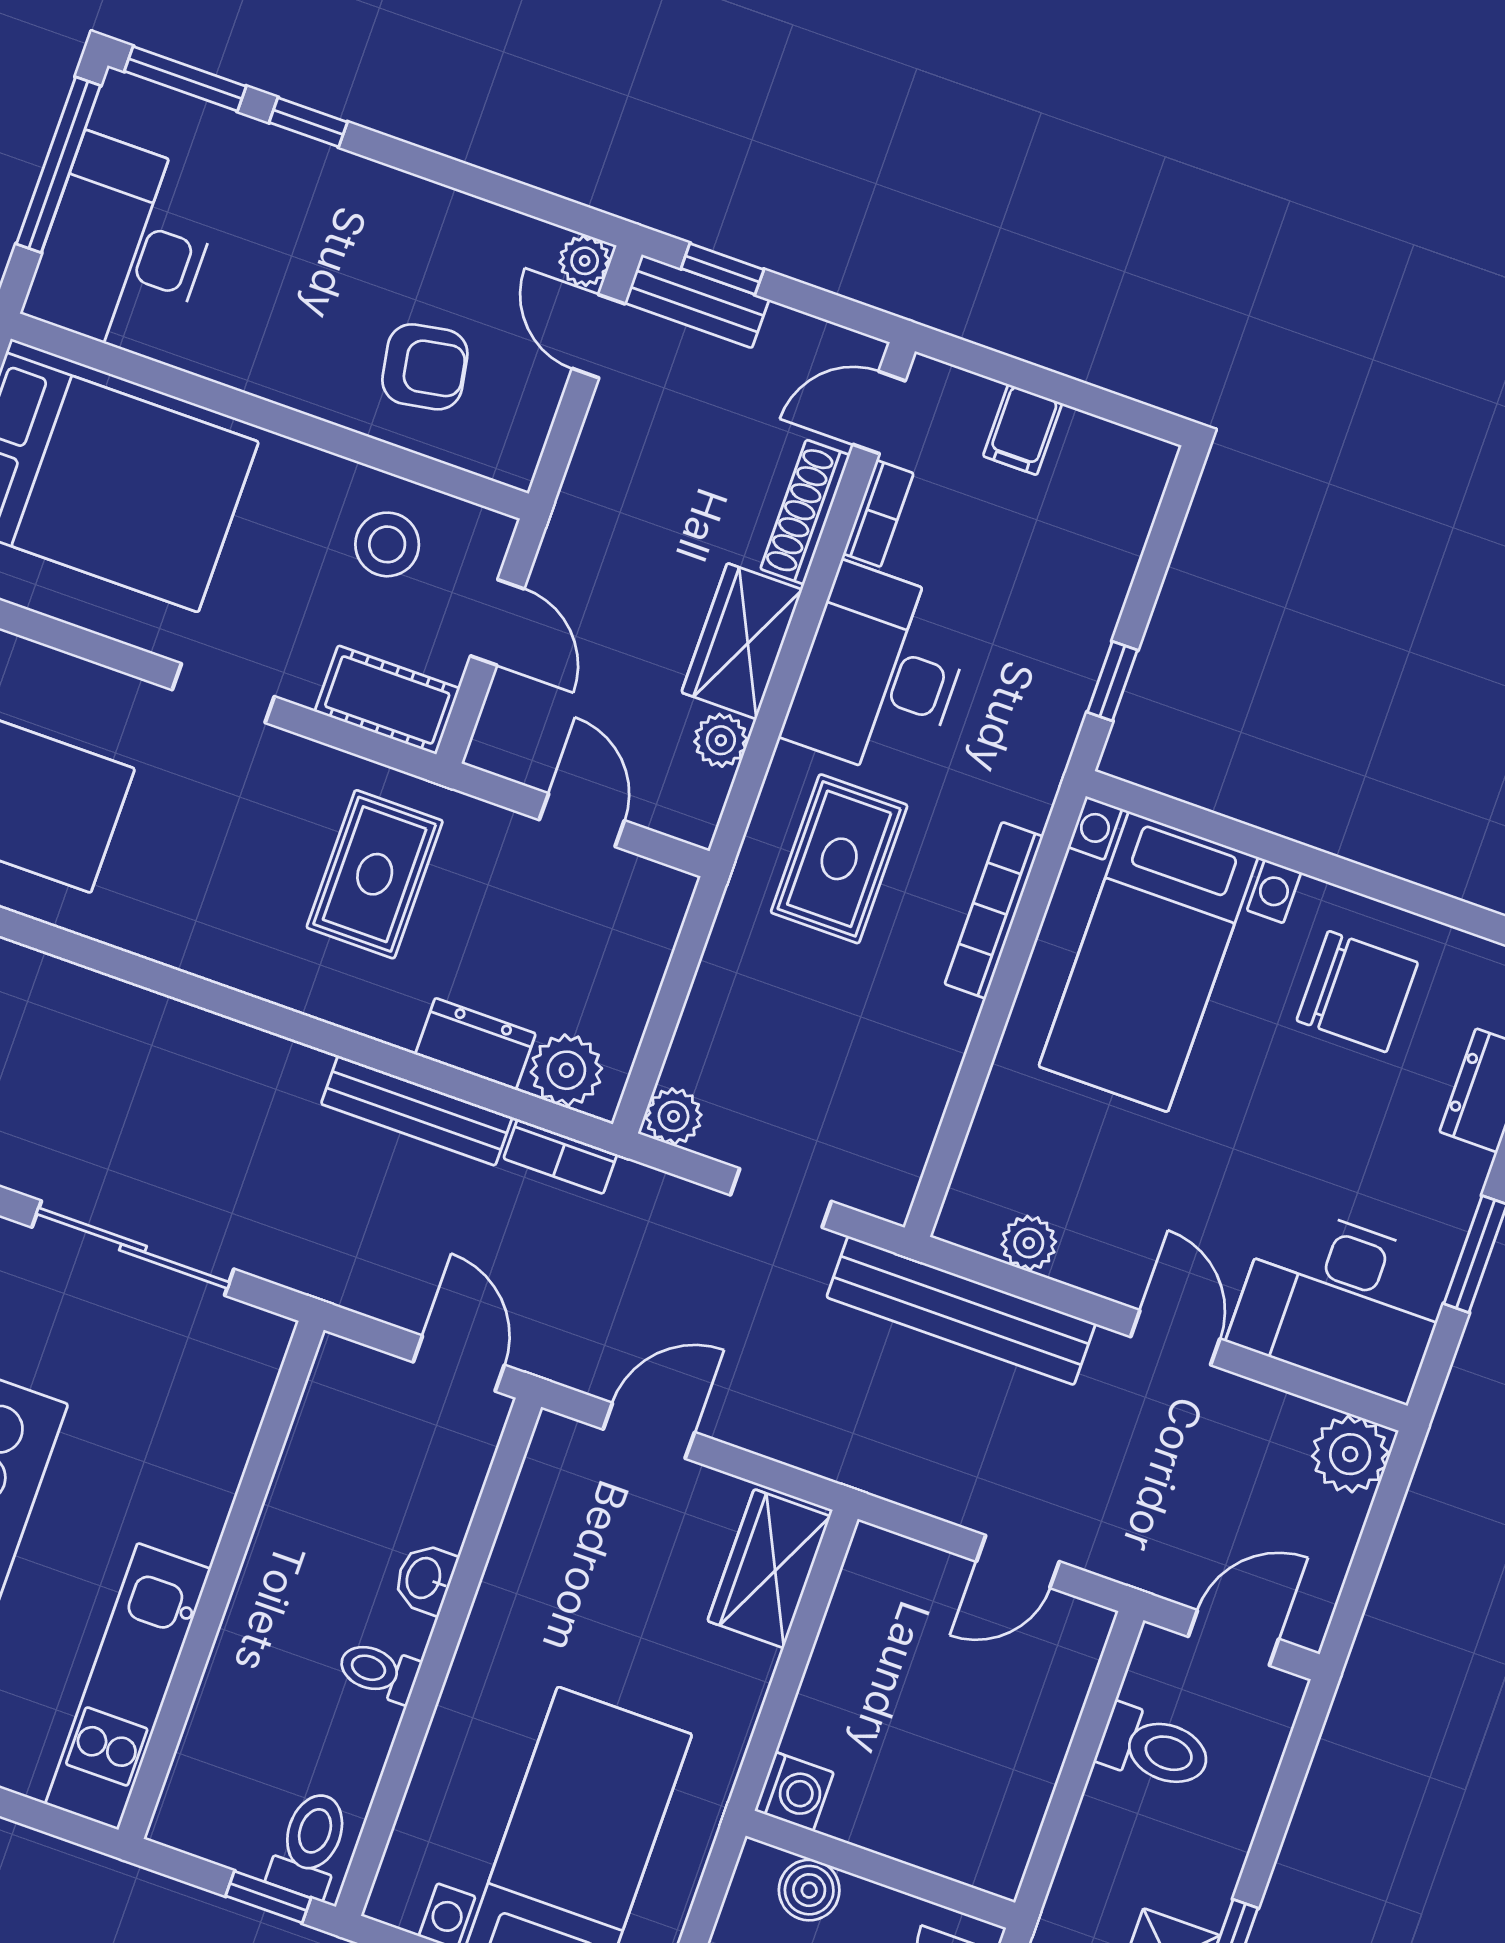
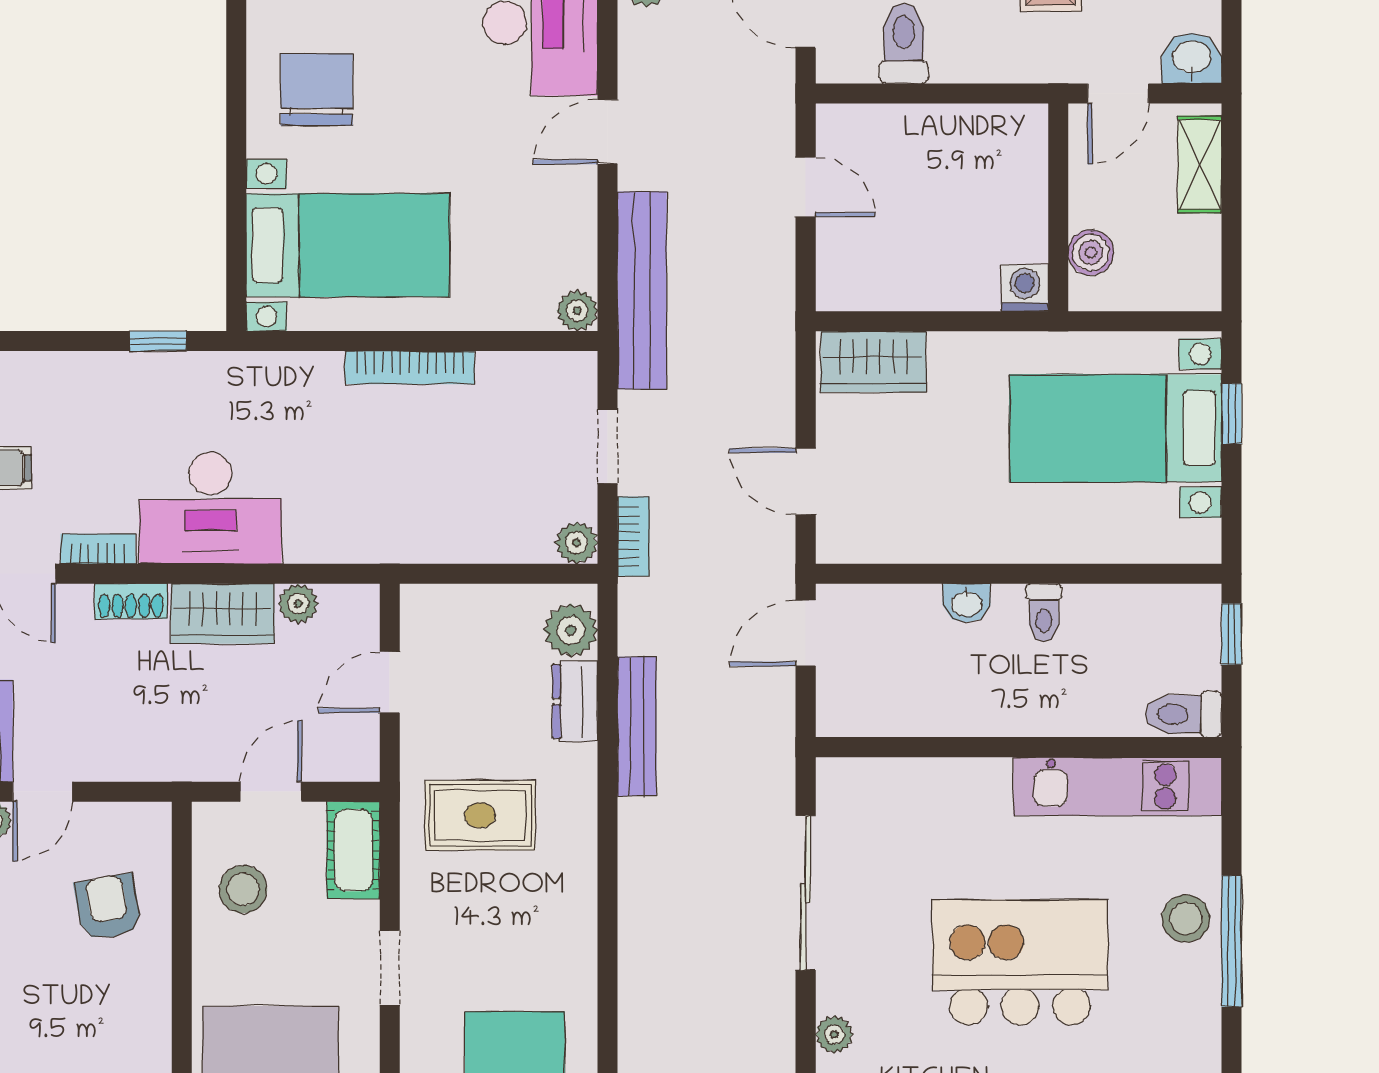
shoe rack: (805, 512) -> (131, 601), width x0.70
rug: (839, 859) -> (353, 490), removed
bookcase: (994, 910) -> (410, 368), moved
bookcase: (560, 1156) -> (633, 536), moved
plant: (1029, 1243) -> (577, 311), moved
toilet: (310, 1844) -> (1184, 714), moved

